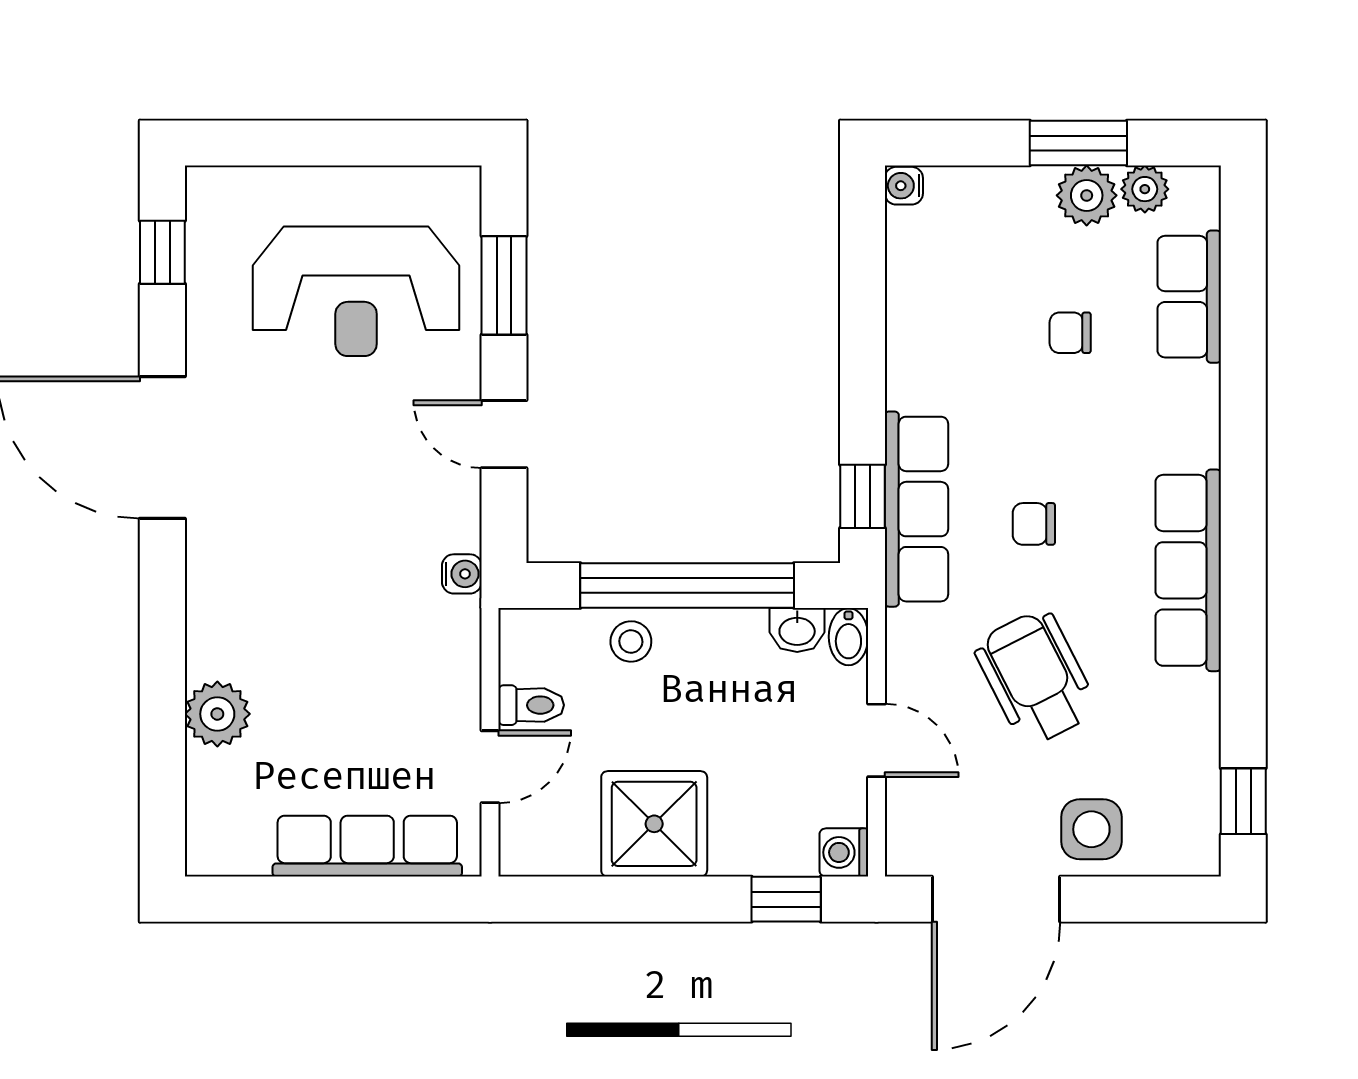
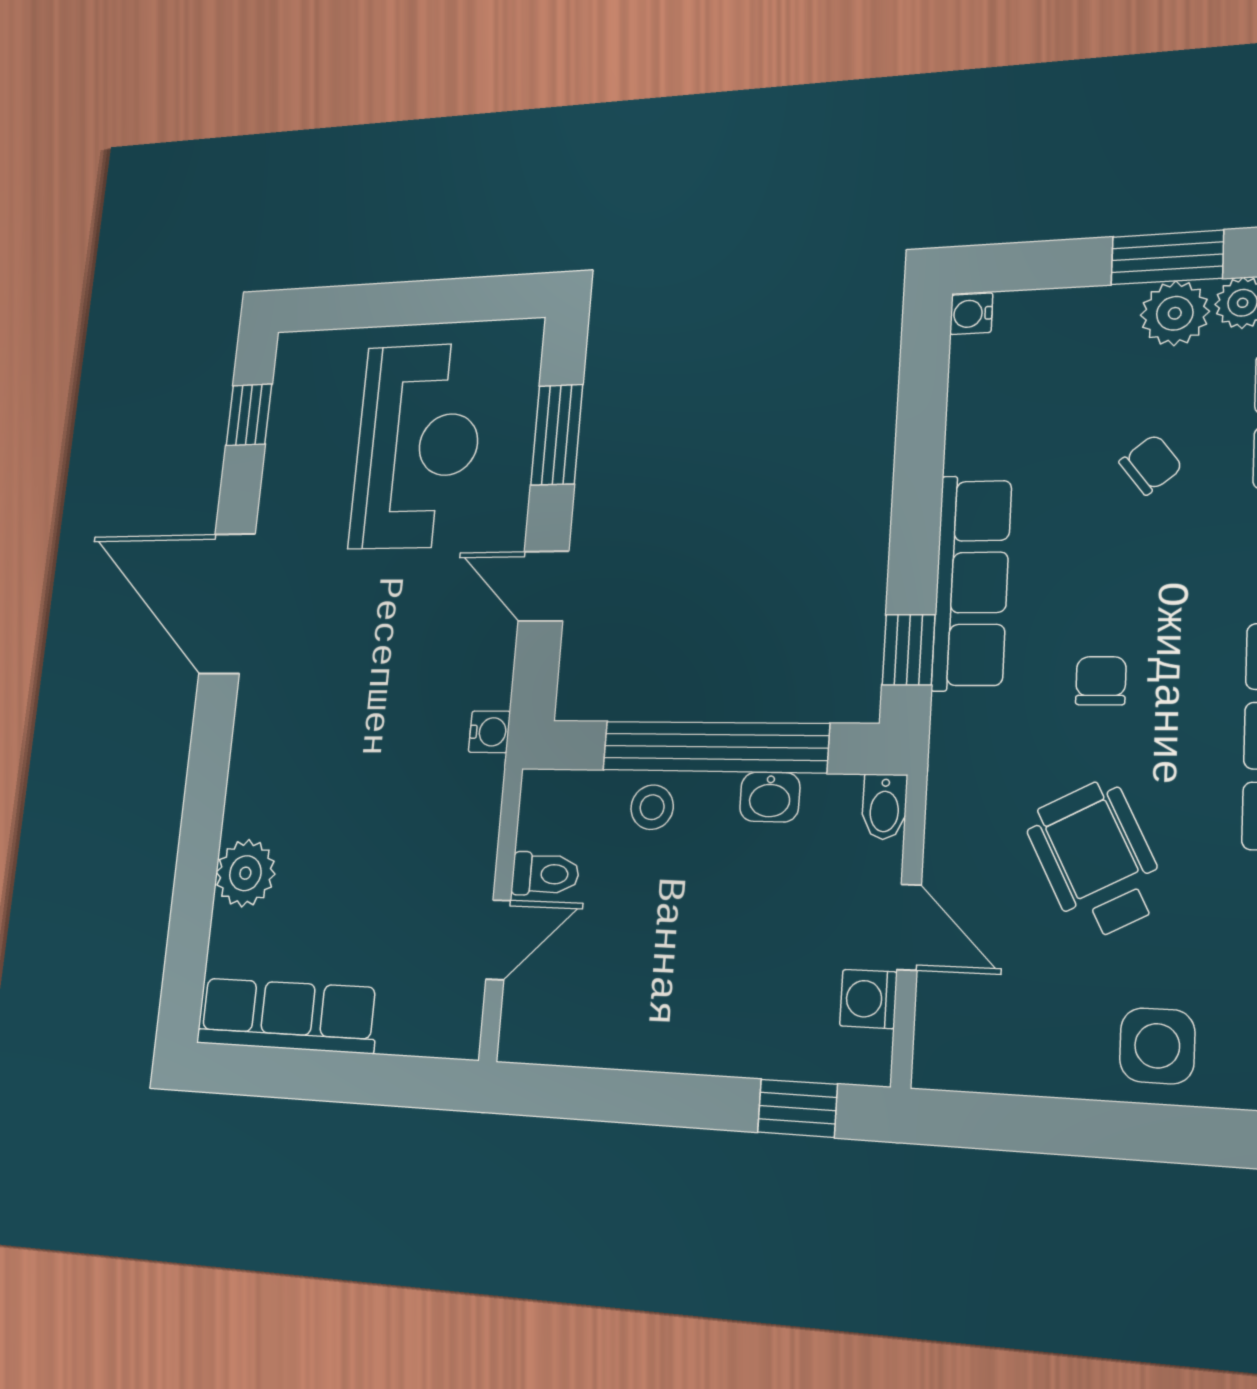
reception desk: (356, 291) -> (417, 446), turned -90
chair: (1070, 333) -> (1151, 465), turned 142
row of seats: (916, 509) -> (972, 583), moved
chair: (1034, 524) -> (1101, 681), turned 90
washbasin: (797, 630) -> (770, 797), moved
shower: (654, 824) -> (661, 1012), removed
row of seats: (367, 846) -> (287, 1016), moved
washing machine: (844, 852) -> (868, 999), moved
door: (996, 899) -> (1039, 1125), removed

